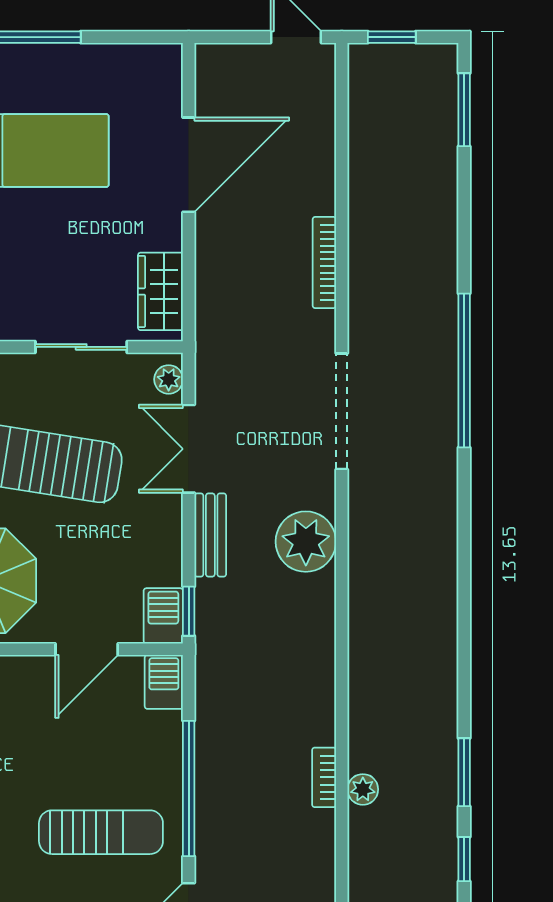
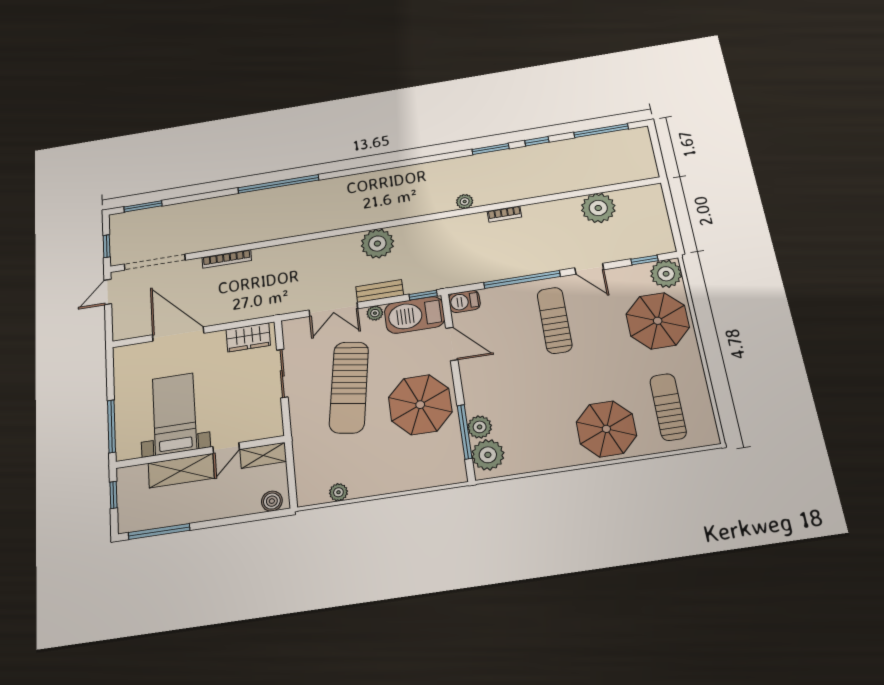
plant: (169, 379) -> (375, 313), moved
doorway: (342, 411) -> (155, 262), moved
barbecue: (163, 616) -> (415, 315), width x1.88, depth x1.53
plant: (363, 789) -> (465, 202), moved

